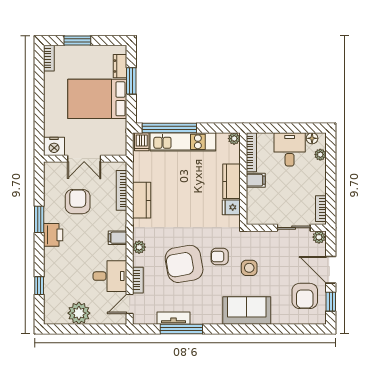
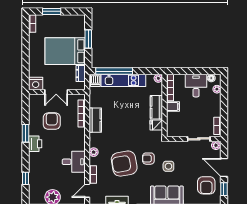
dresser: (120, 66) -> (81, 73), moved
filing cabinet: (117, 238) -> (79, 146), removed
desk: (110, 276) -> (74, 162), moved

